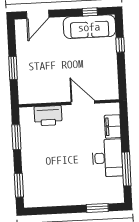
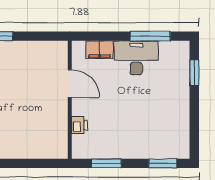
window: (13, 68) -> (25, 163), removed
door: (83, 103) -> (70, 83), swing flipped
printer: (48, 116) -> (79, 125), width x0.53, depth x0.68

